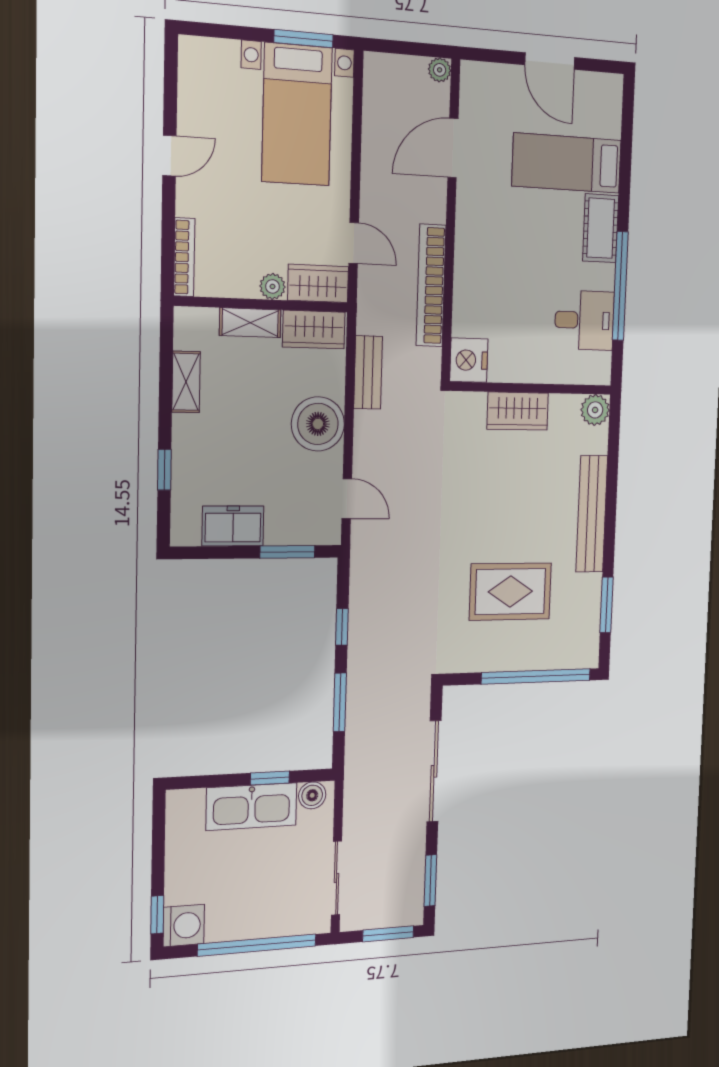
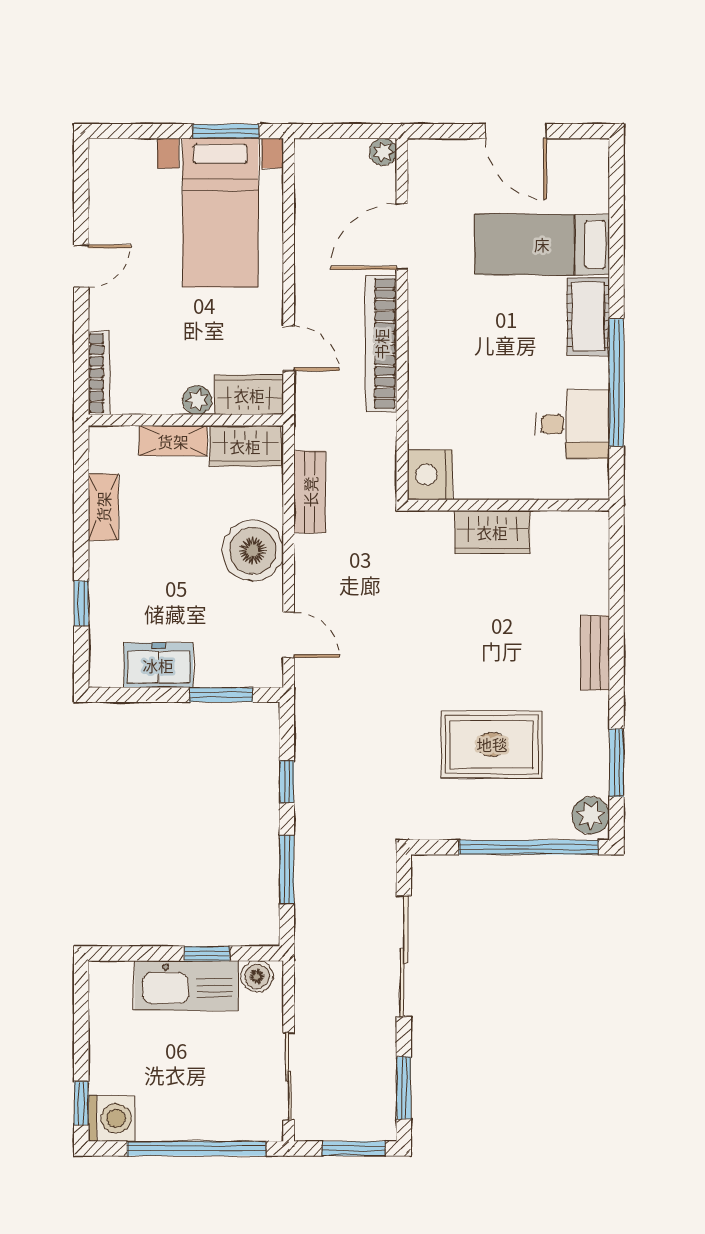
bookcase: (431, 285) -> (381, 344), moved
plant: (595, 410) -> (591, 815), moved
bench: (592, 514) -> (595, 653), width x0.54, depth x0.82

